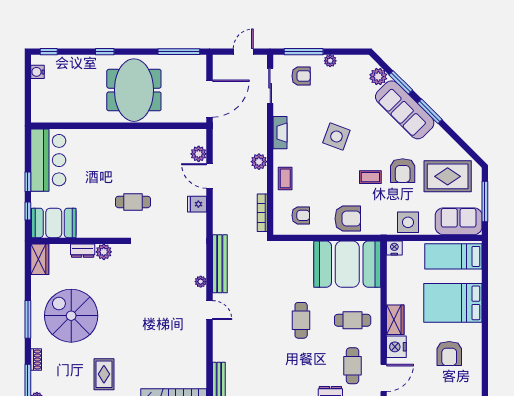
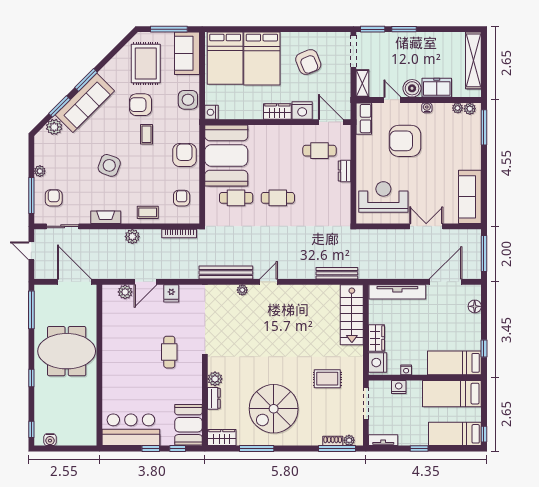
armchair: (403, 171) -> (140, 105), turned 180
bed: (453, 256) -> (225, 58), width x1.50
window: (28, 319) -> (257, 448), moved
cafe table: (353, 320) -> (236, 198), moved, turned 90
armchair: (449, 353) -> (308, 62), turned 68
shoe rack: (36, 359) -> (333, 441), moved

